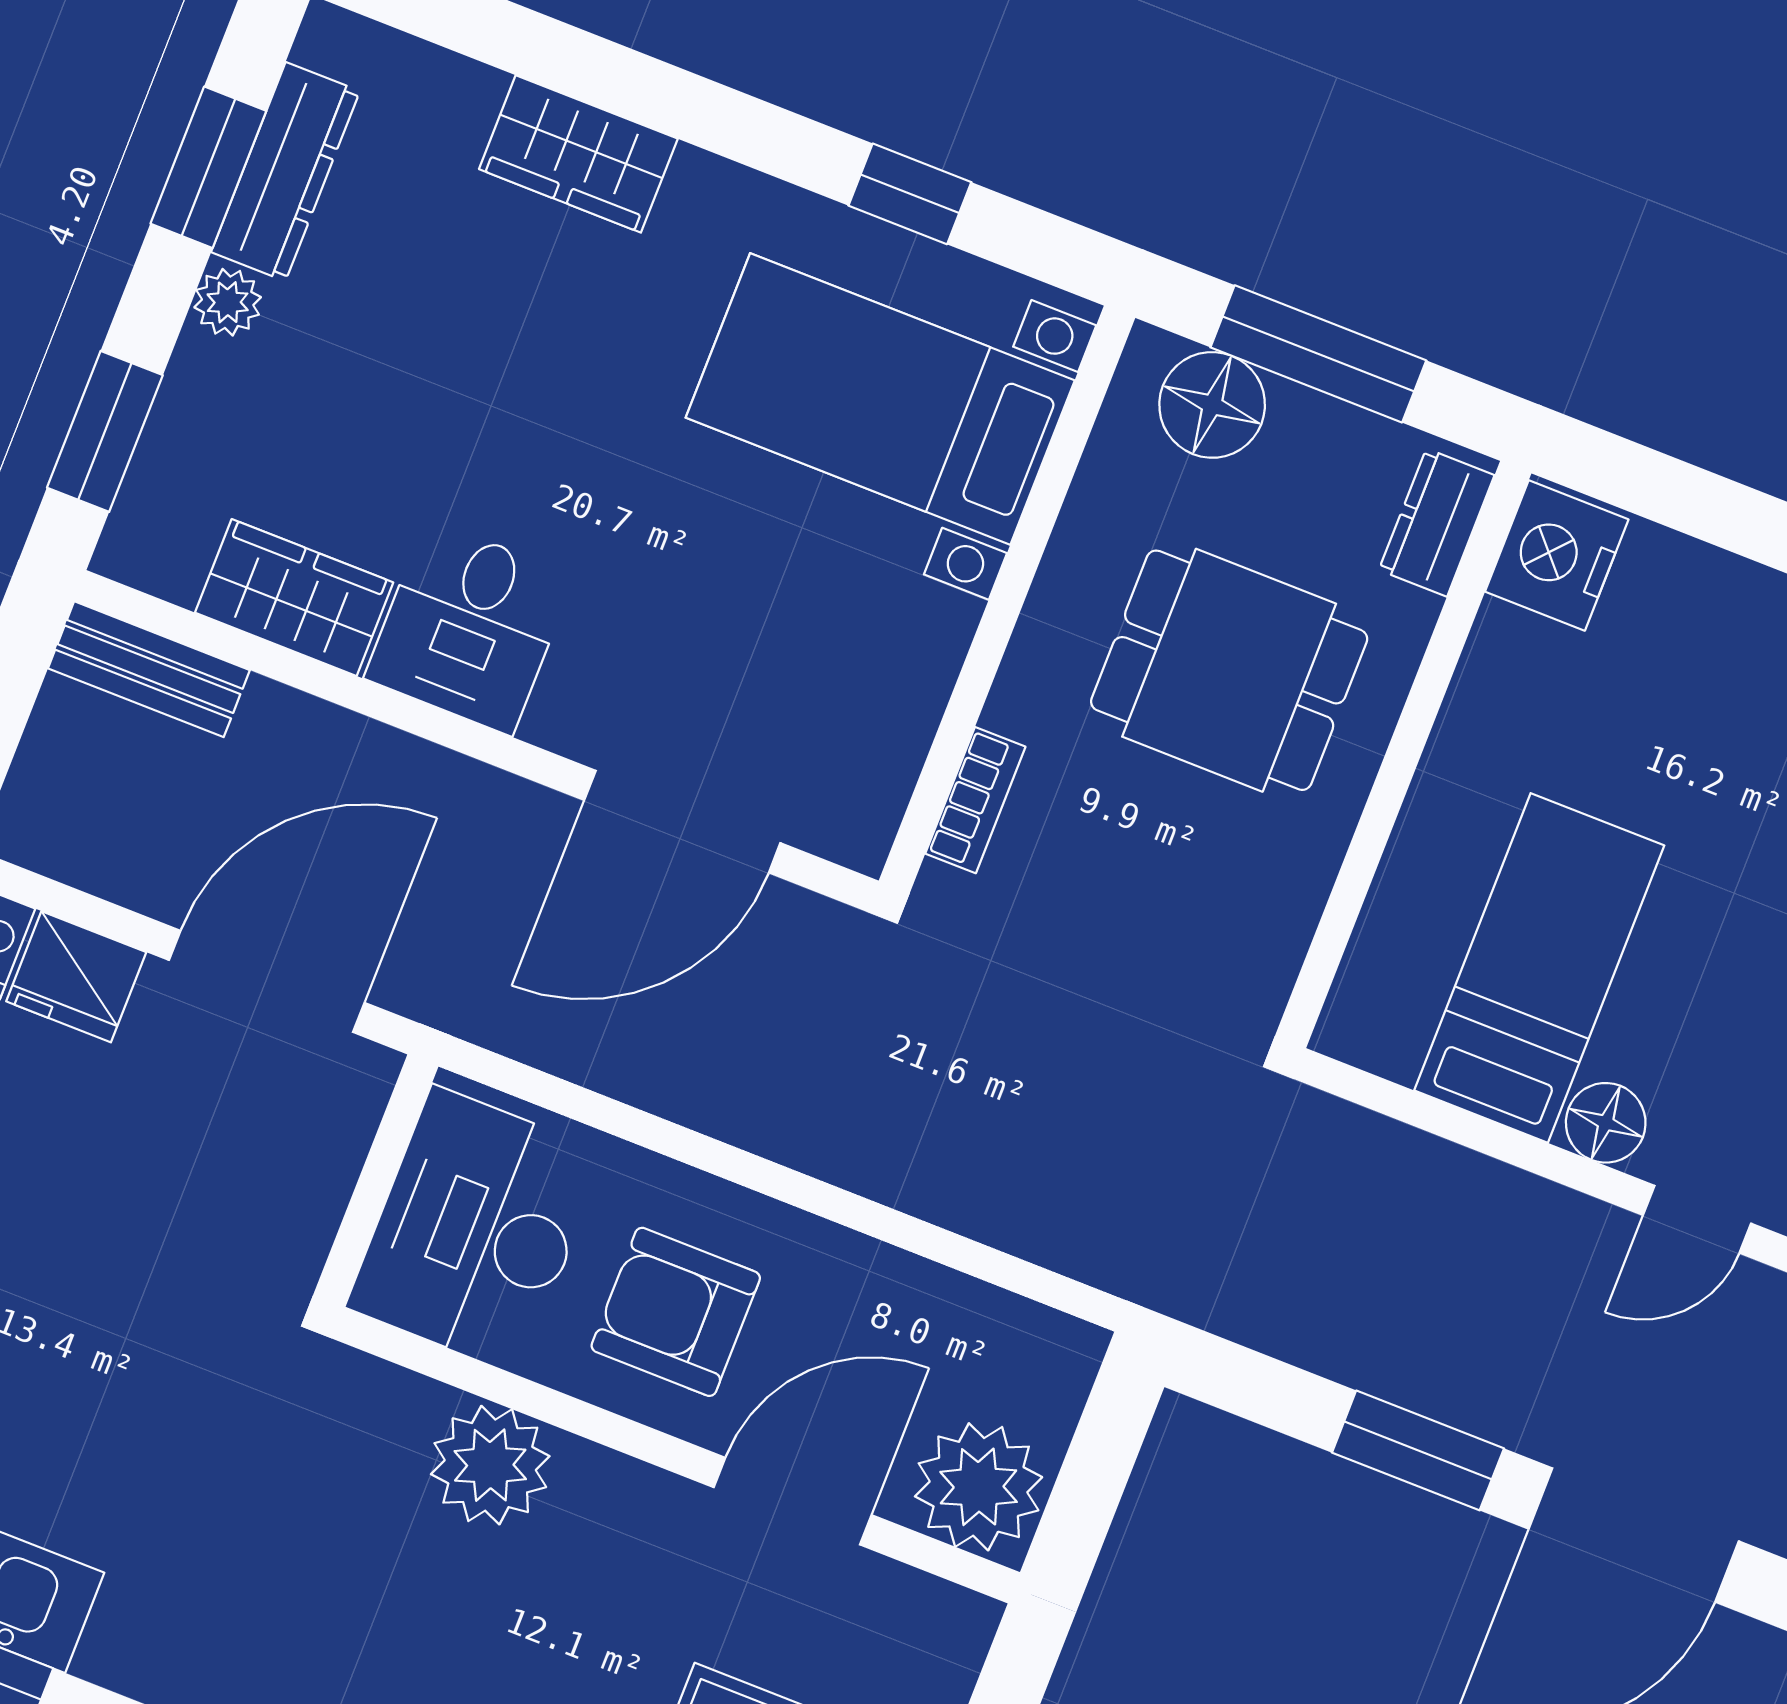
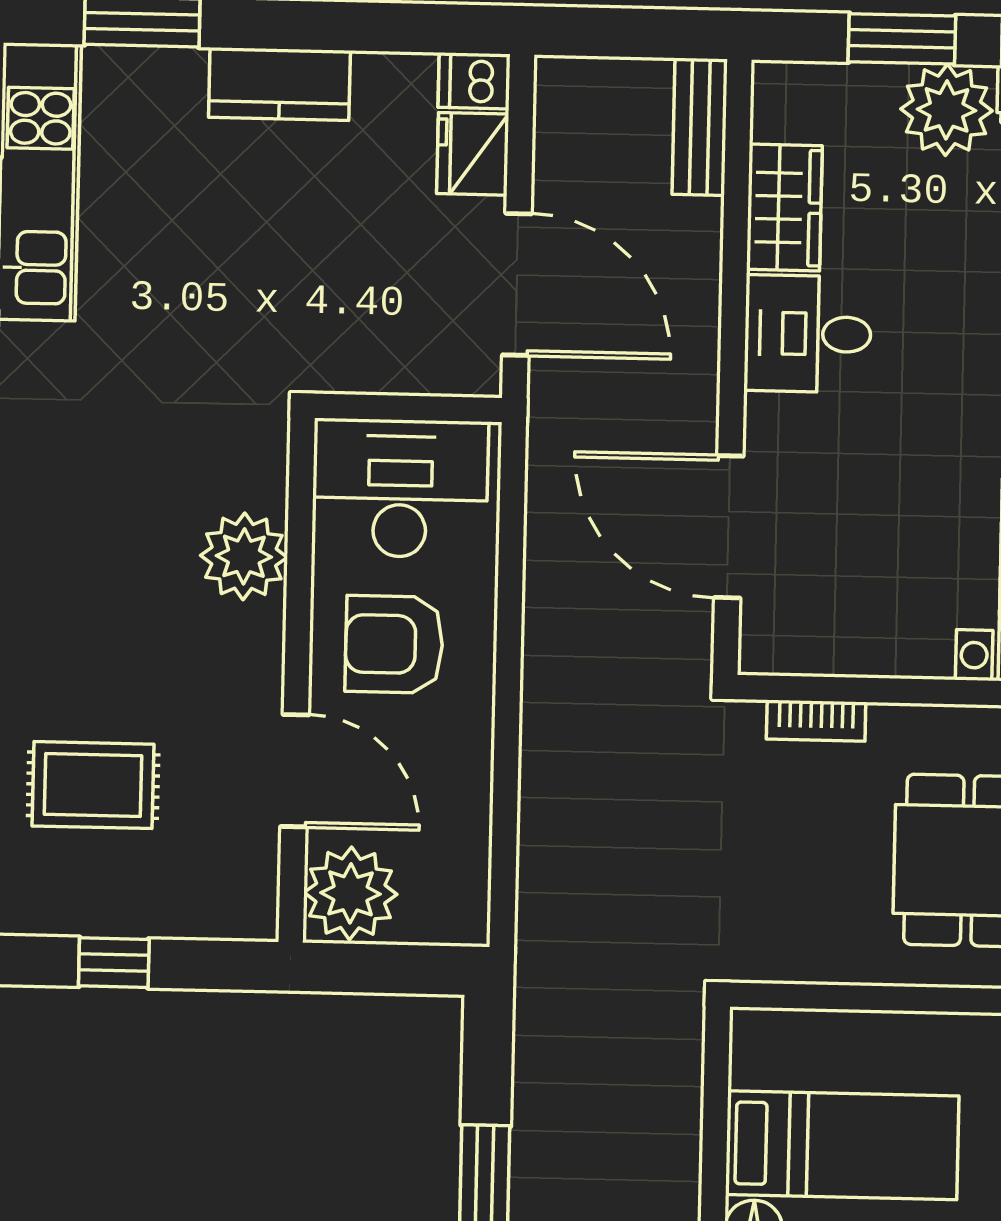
plant: (228, 302) -> (947, 110), width x1.87, depth x1.87
window: (105, 431) -> (902, 39), moved
armchair: (676, 1312) -> (394, 644), turned -90

